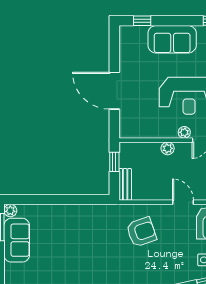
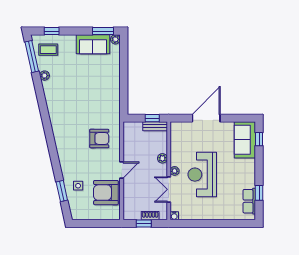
sofa: (172, 39) -> (245, 140), moved
bench: (125, 184) -> (155, 126), moved
armchair: (141, 232) -> (99, 138), turned -71

